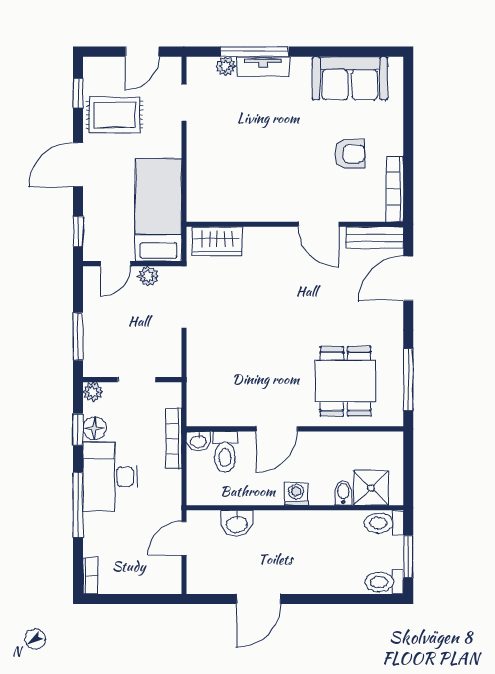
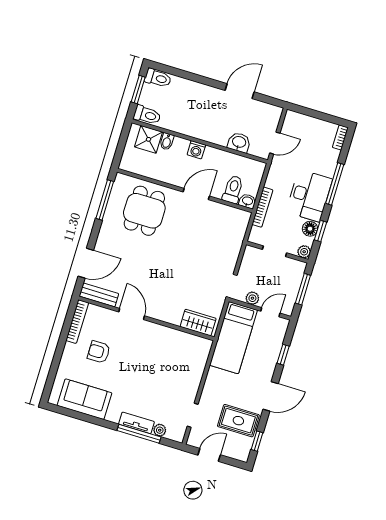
bed: (158, 210) -> (233, 338), moved
door: (116, 264) -> (270, 312), moved
wall: (132, 264) -> (260, 309), moved
plant: (148, 276) -> (252, 298), moved

